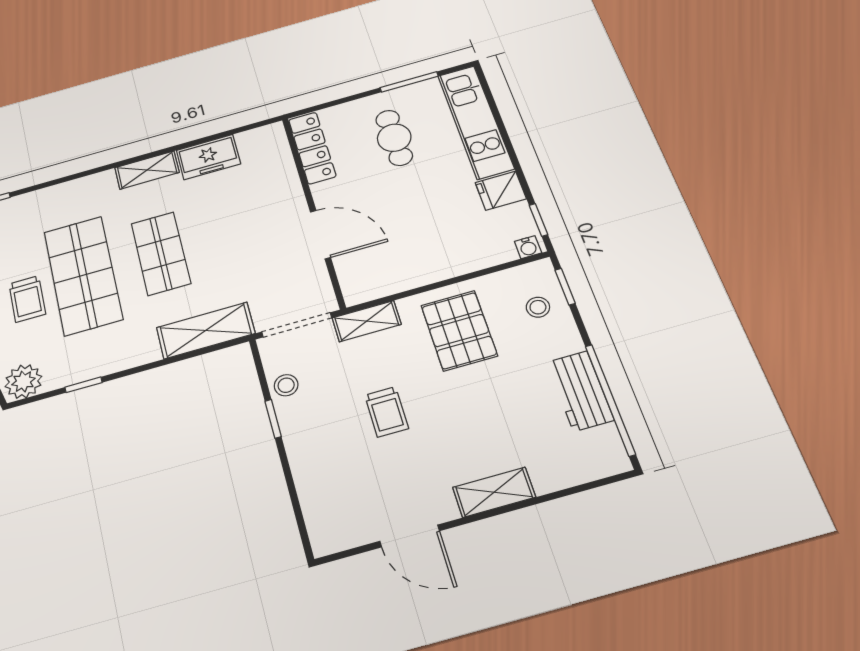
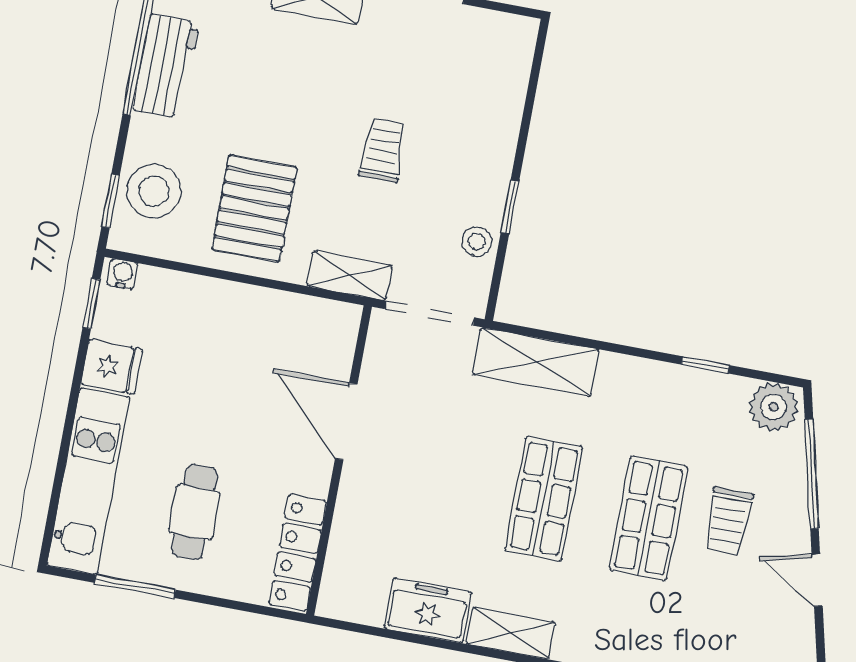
shop shelf: (83, 275) -> (649, 518), width x0.70, depth x0.74
trolley: (27, 299) -> (728, 521), turned 180
stool: (538, 307) -> (154, 191), width x1.89, depth x1.89

